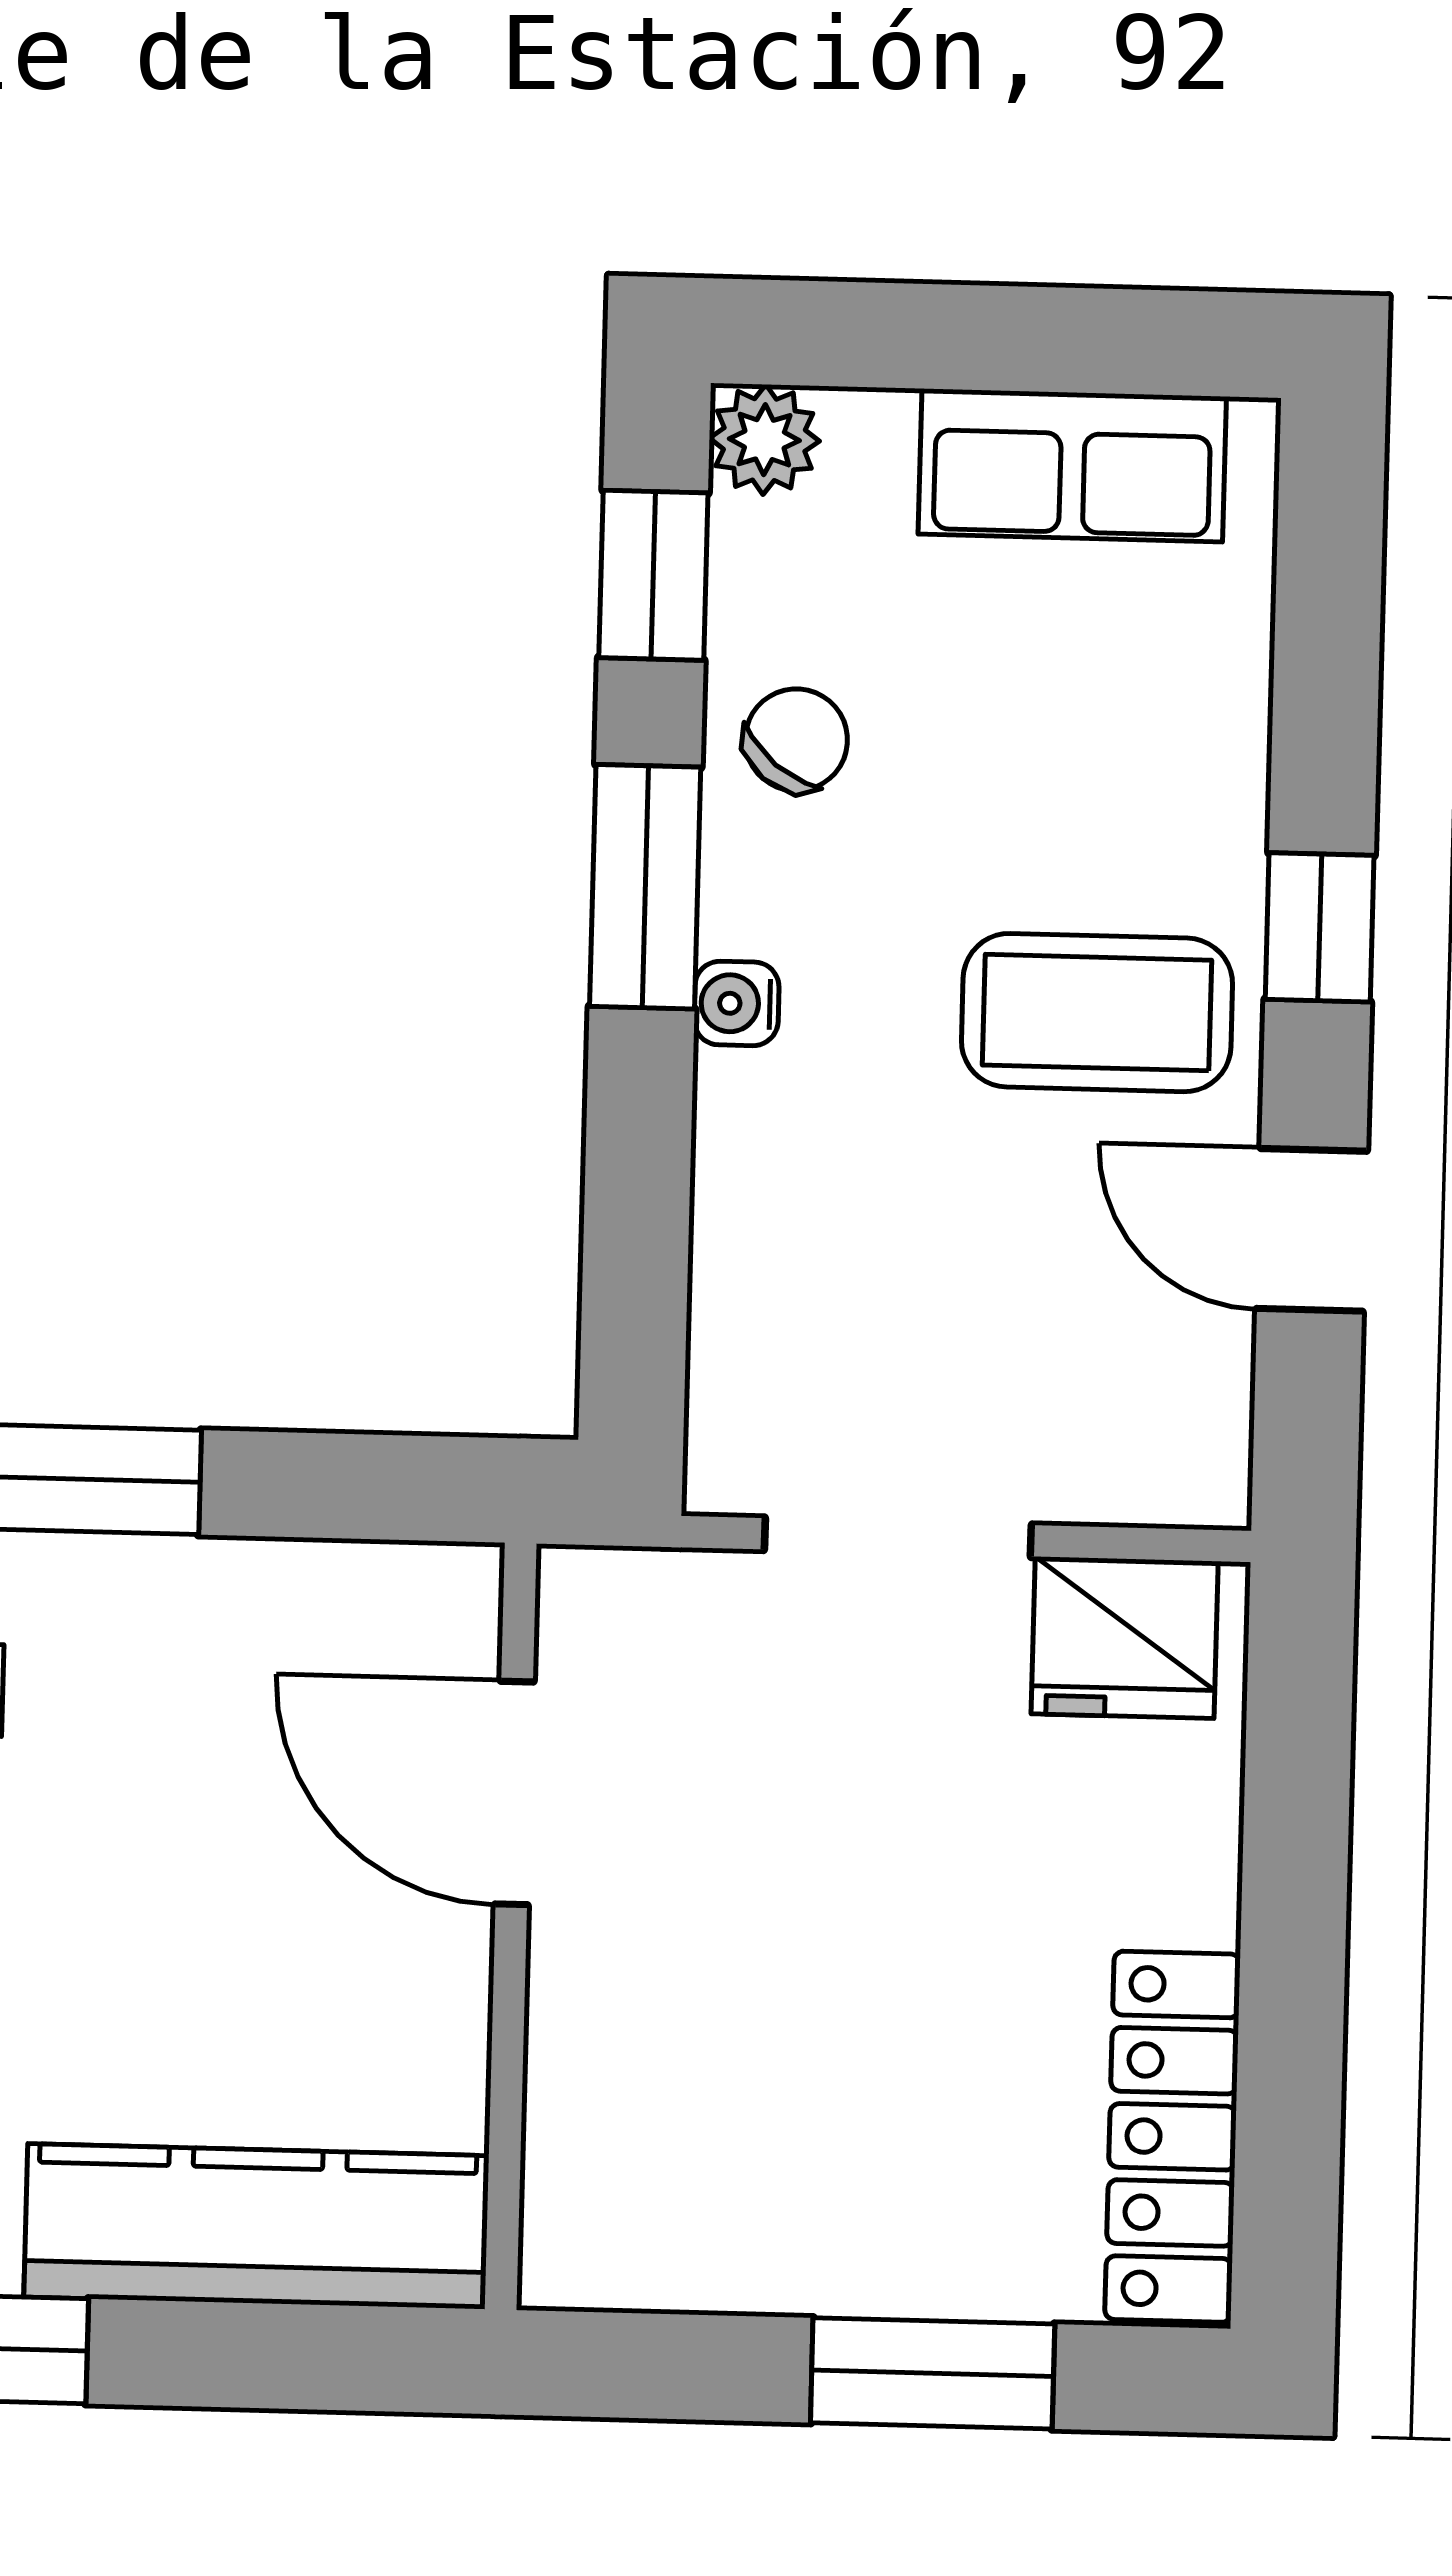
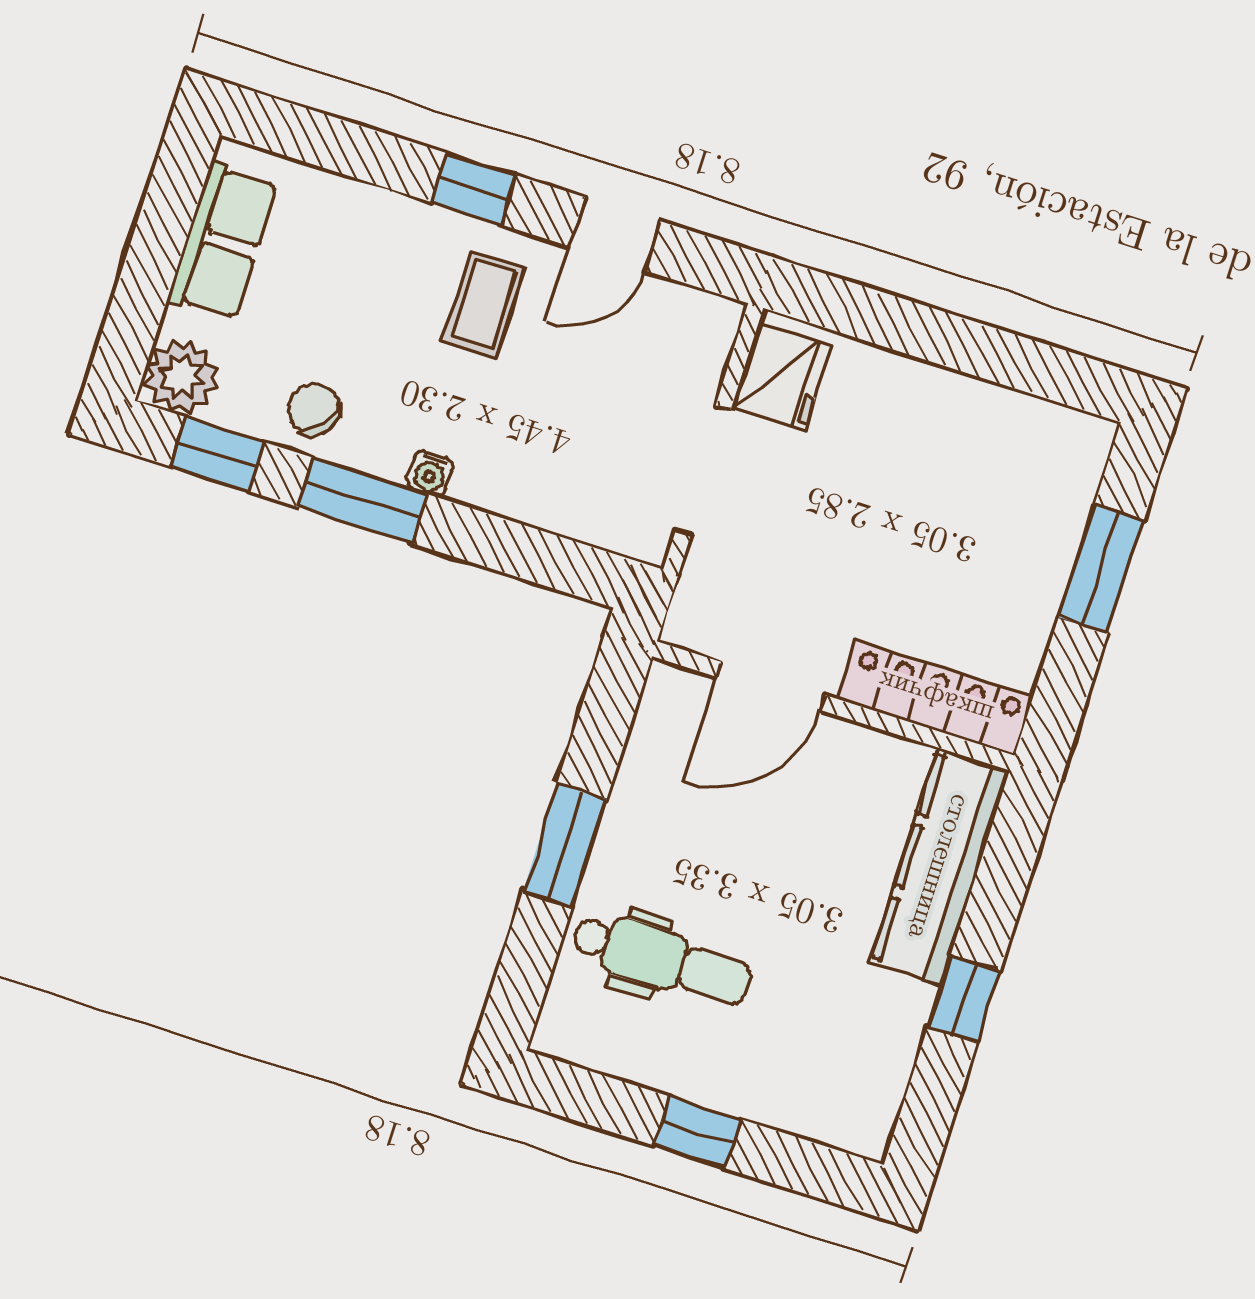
plant: (764, 440) -> (181, 377), width x1.38, depth x1.38
coffee table: (1097, 1013) -> (483, 305), width x0.73, depth x0.77
locker: (1173, 2137) -> (935, 698), moved, turned 180

